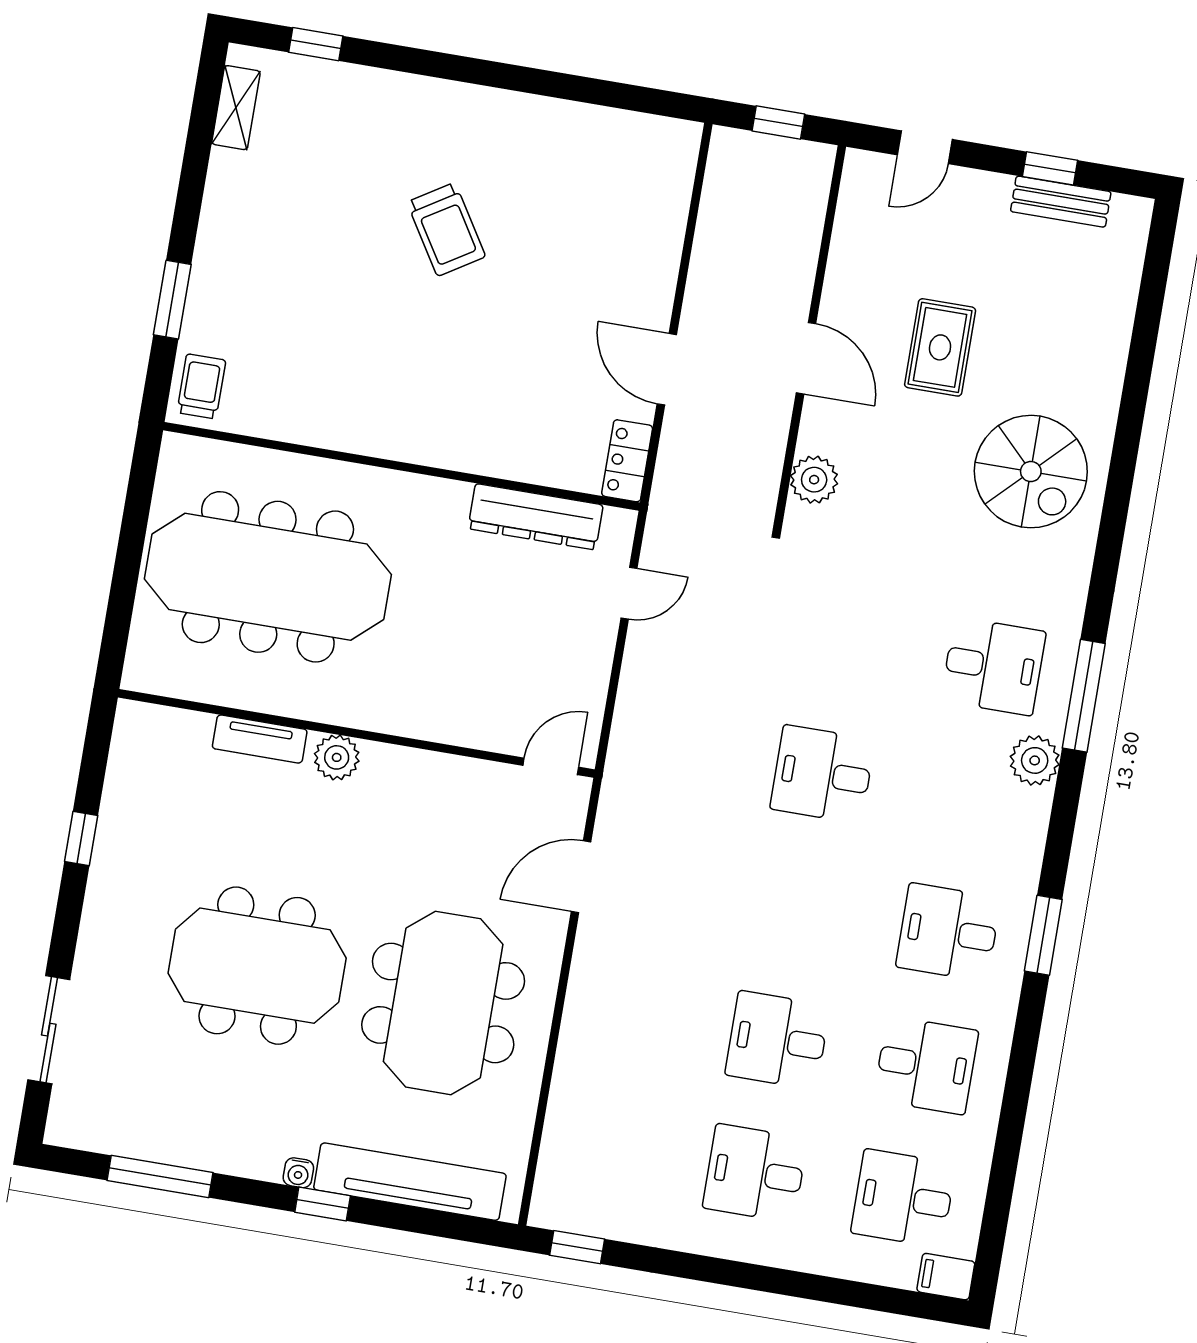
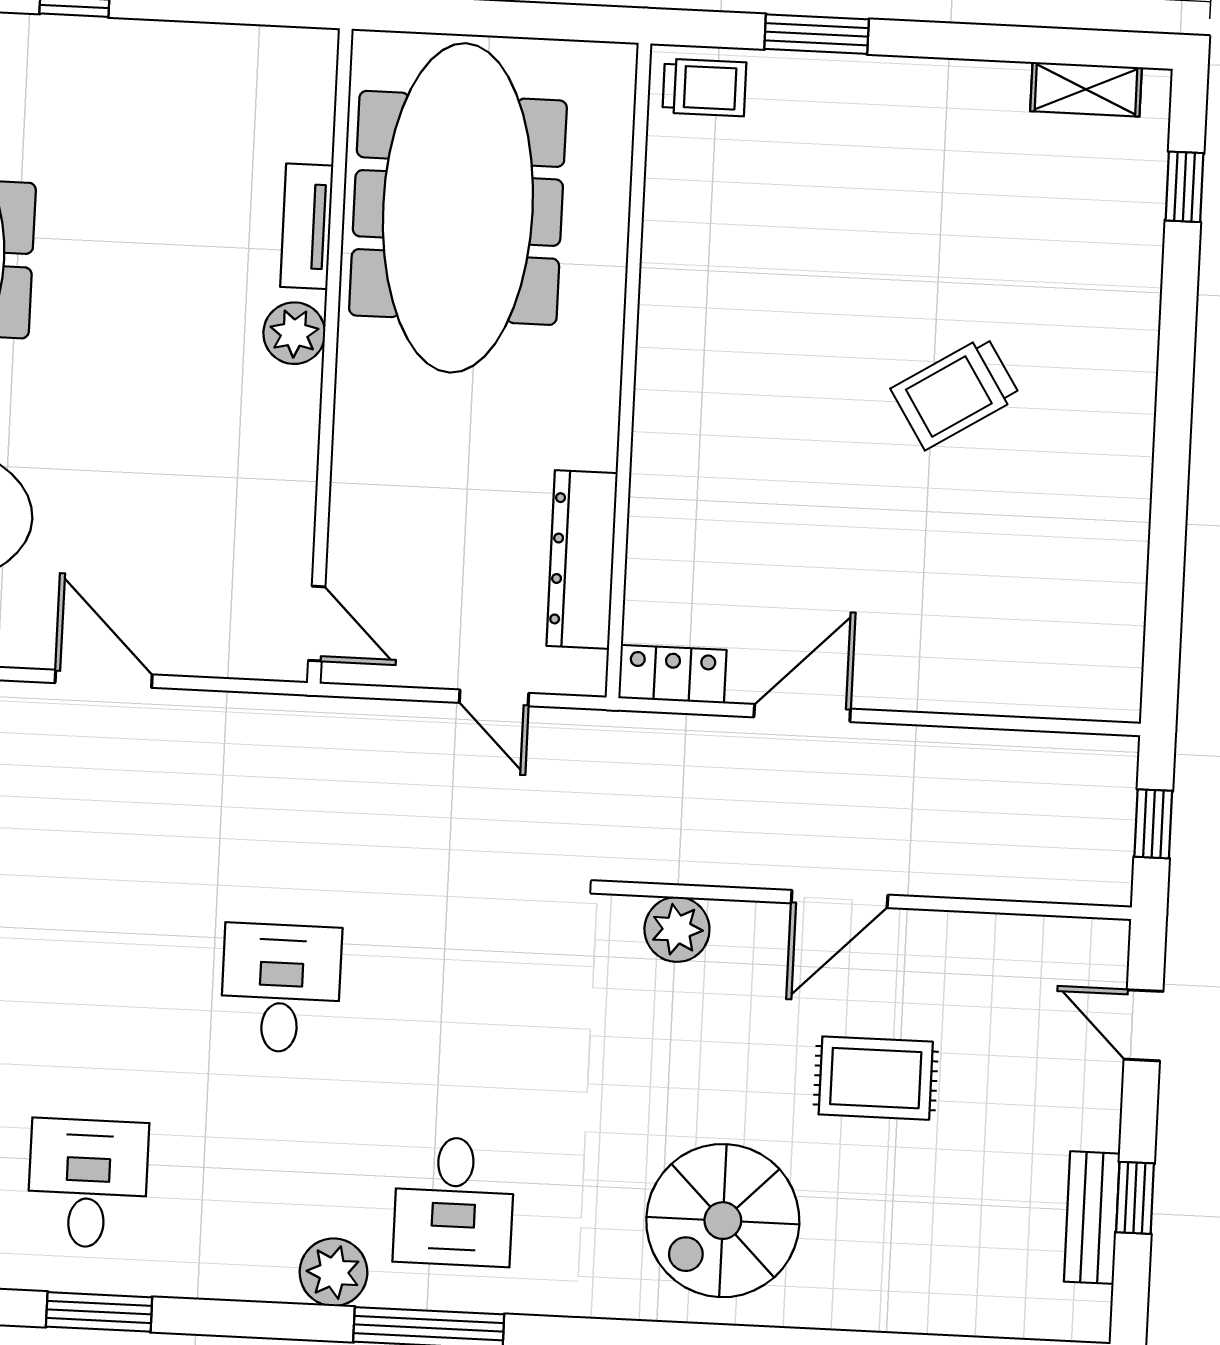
wall: (356, 733) -> (330, 356), moved
tv unit: (260, 739) -> (307, 226), moved
plant: (337, 757) -> (294, 333), moved
door: (551, 766) -> (317, 624), moved

